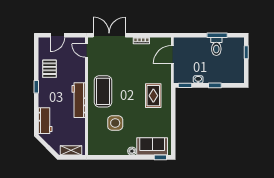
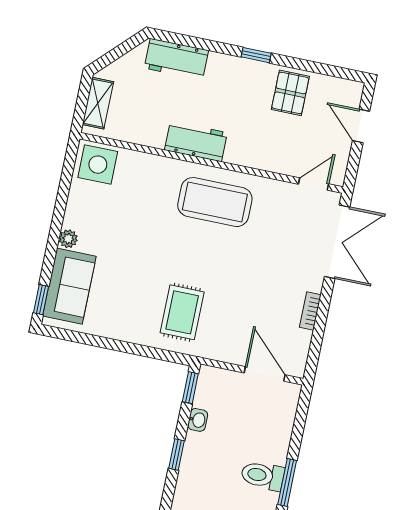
pallet: (49, 69) -> (290, 93), turned 90
rug: (153, 96) -> (182, 312), turned 90
workbench: (79, 100) -> (196, 141), width x0.73
side table: (115, 123) -> (98, 165), moved

